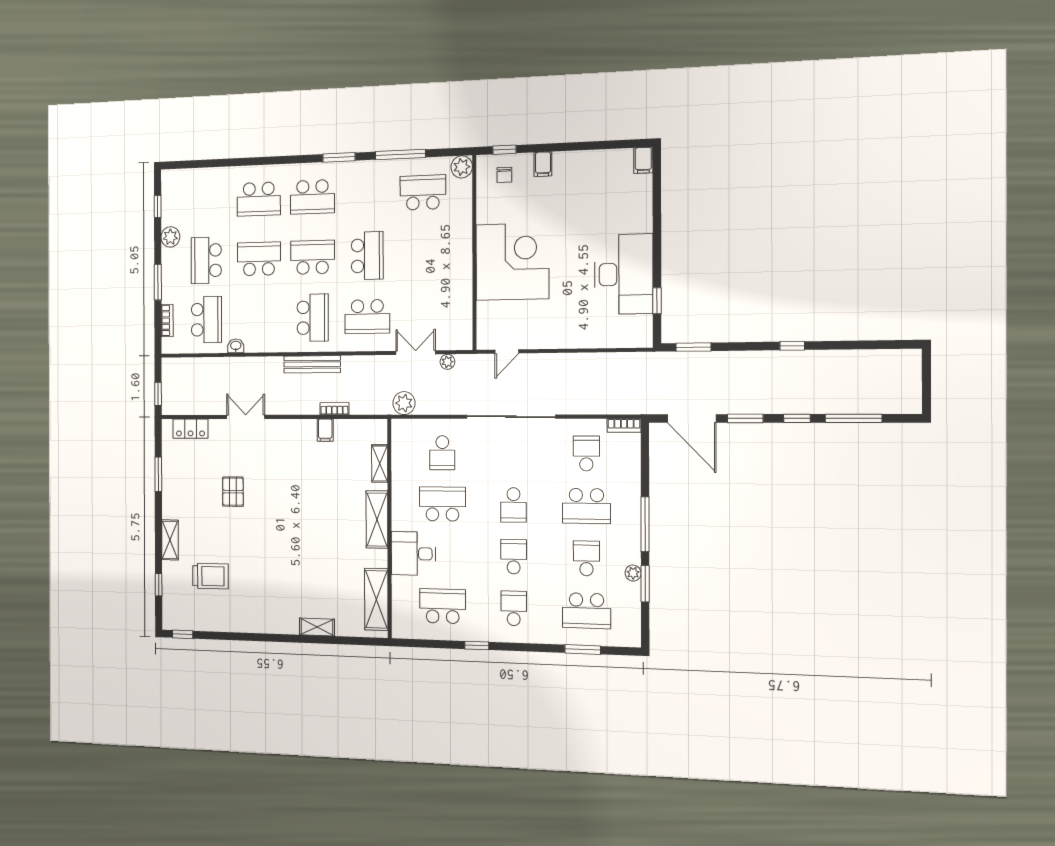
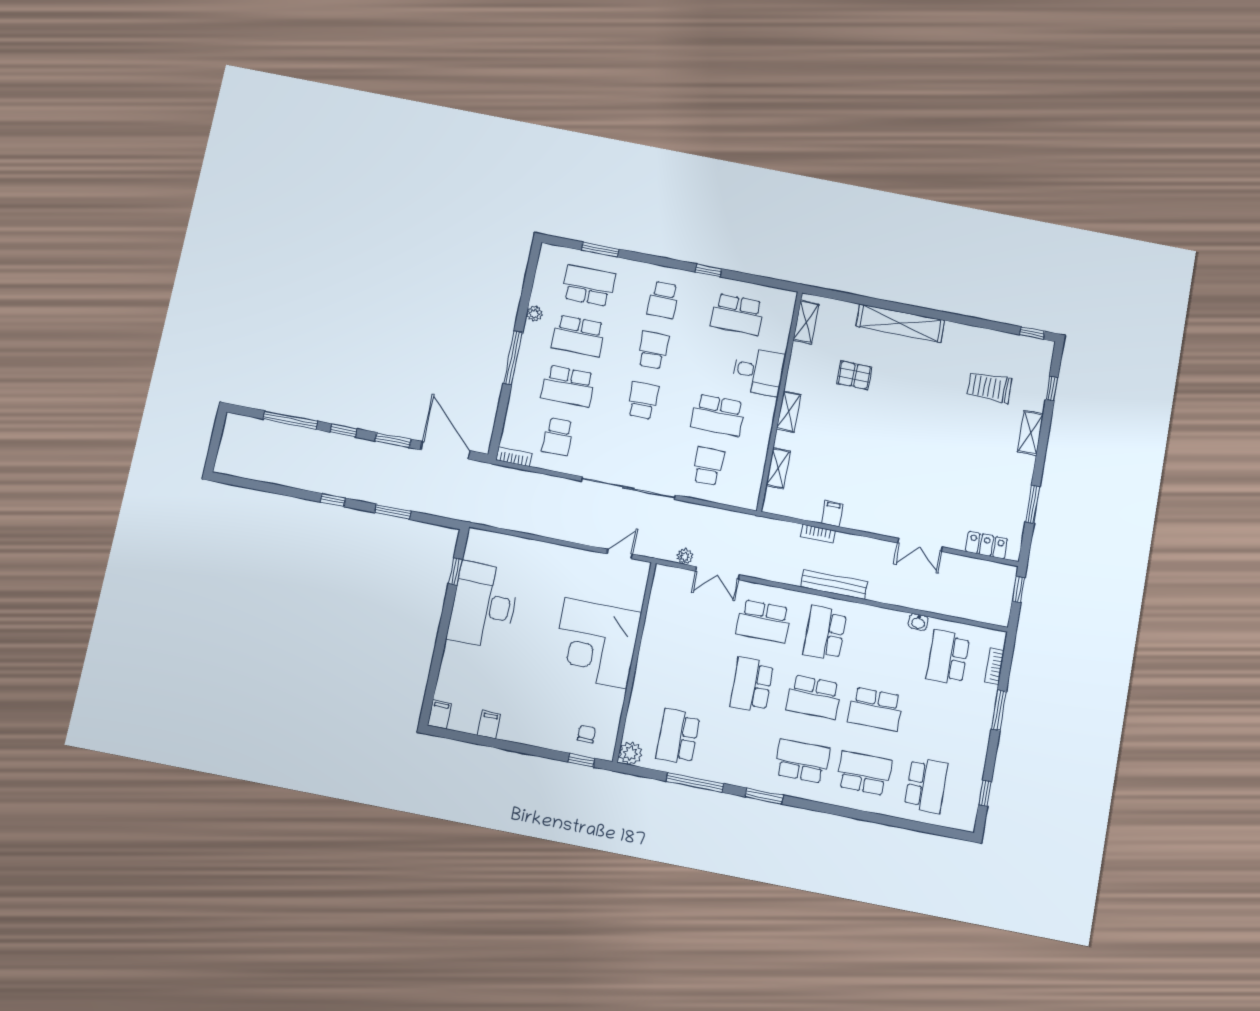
filing cabinet: (543, 164) -> (489, 725), moved
school desk: (423, 192) -> (678, 737), turned 90
plant: (170, 237) -> (975, 756), removed
school desk: (206, 260) -> (926, 785), moved
school desk: (367, 317) -> (763, 621), turned 180
window: (693, 347) -> (393, 512), moved
plant: (404, 403) -> (740, 524), removed
pallet: (233, 492) -> (854, 375), moved, turned 90
school desk: (586, 506) -> (568, 386), turned 180
shelving: (377, 520) -> (789, 412), width x0.67, depth x0.75
school desk: (514, 557) -> (653, 350), turned 180
school desk: (586, 558) -> (578, 336), width x1.85
window: (645, 584) -> (525, 302), removed
shelving: (376, 599) -> (806, 322), width x0.67, depth x0.75
shelving: (317, 627) -> (900, 323), width x2.20, depth x1.33

